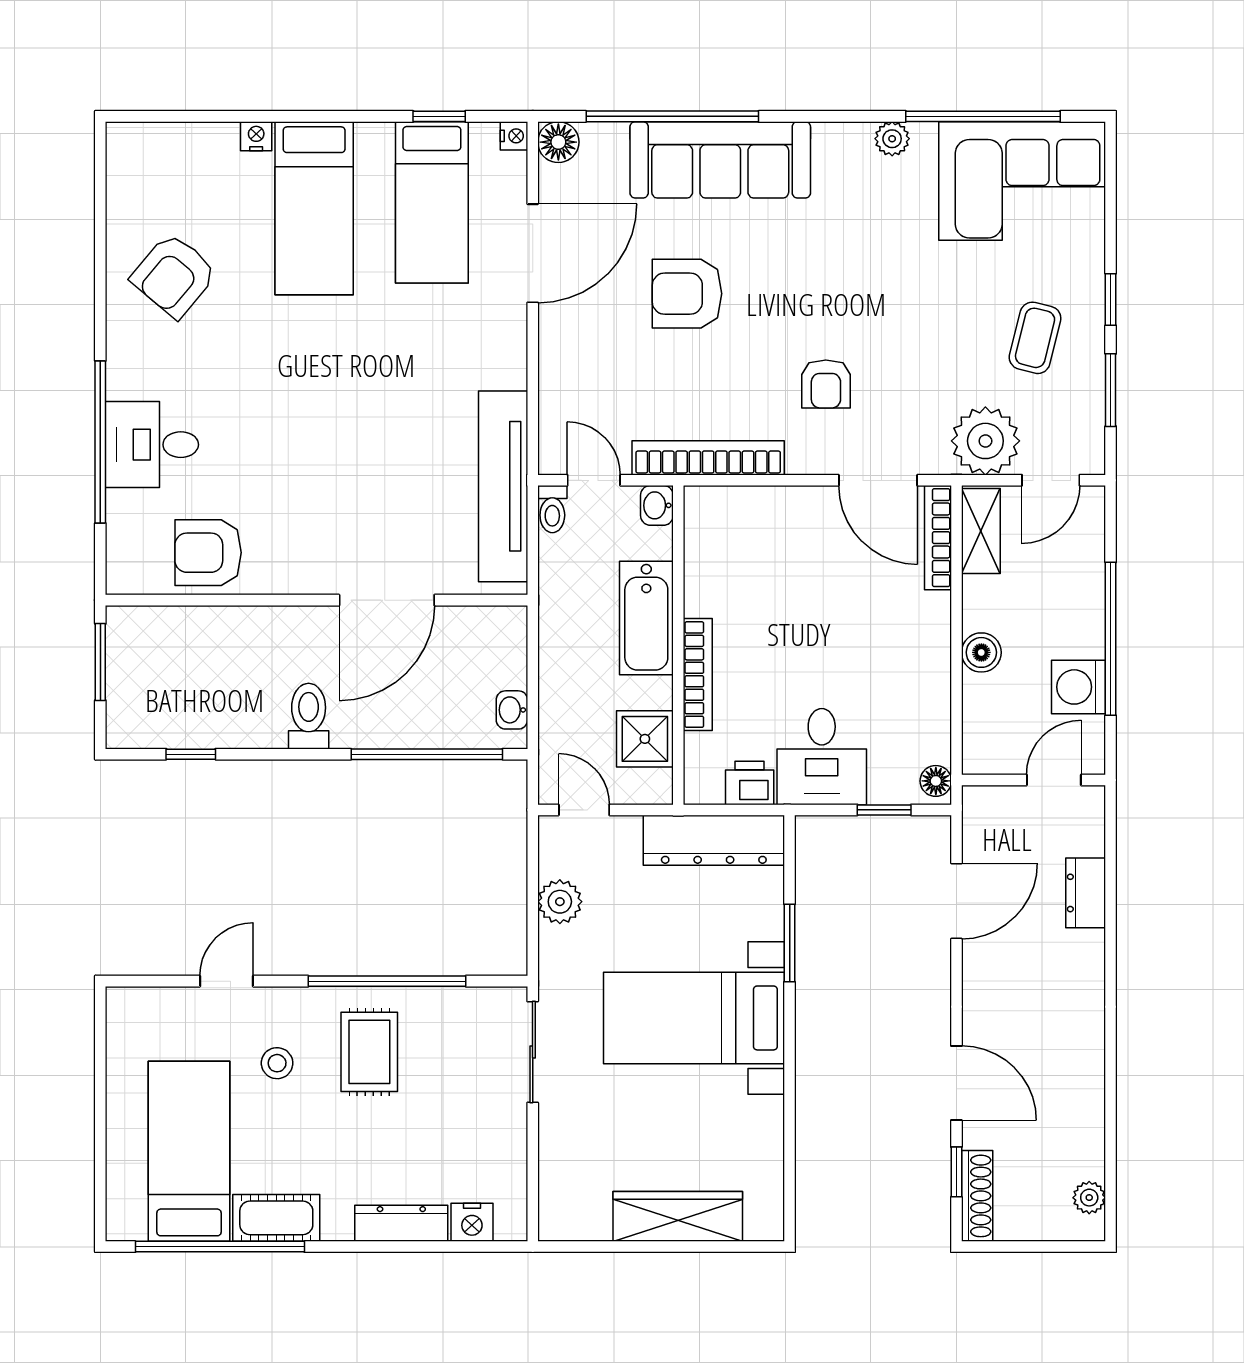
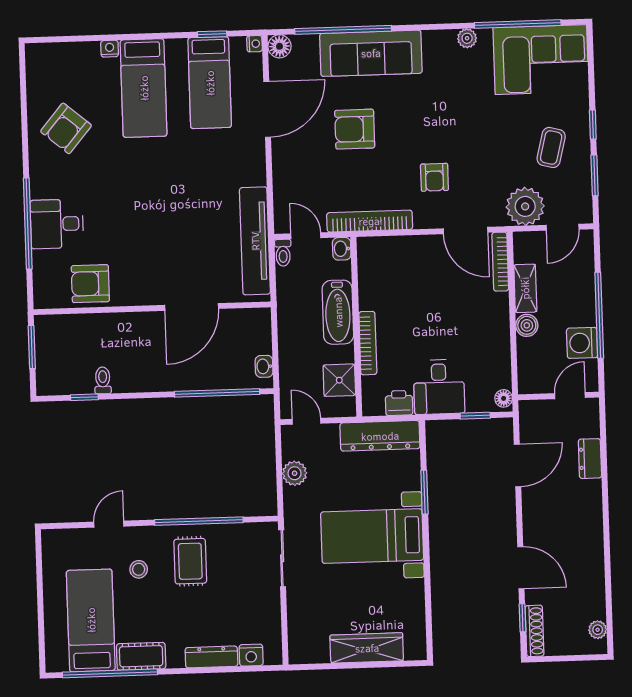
shelving: (981, 531) -> (525, 288), moved
toilet: (309, 716) -> (103, 380), moved, width x0.73, depth x0.72

